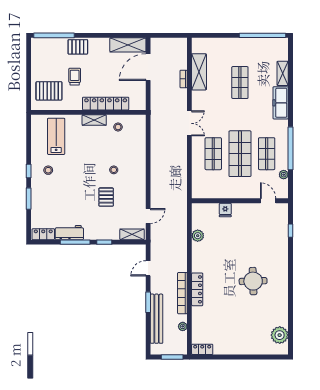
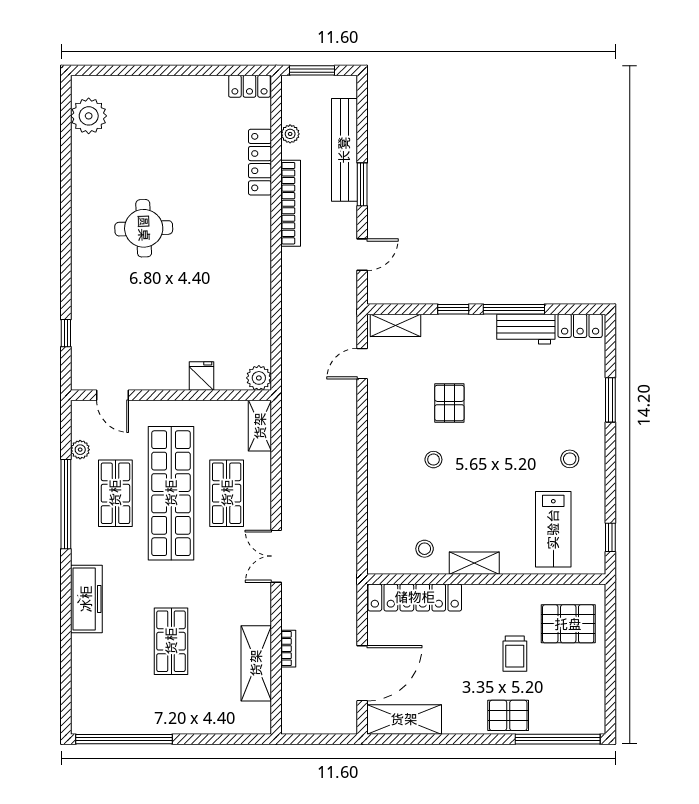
shelving: (283, 73) -> (260, 426), moved
locker: (106, 104) -> (415, 597), moved
shop shelf: (240, 154) -> (171, 493), width x1.40
window: (29, 171) -> (610, 537), moved
plant: (198, 236) -> (259, 378), moved
locker: (197, 289) -> (260, 162), moved

